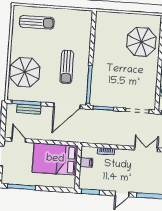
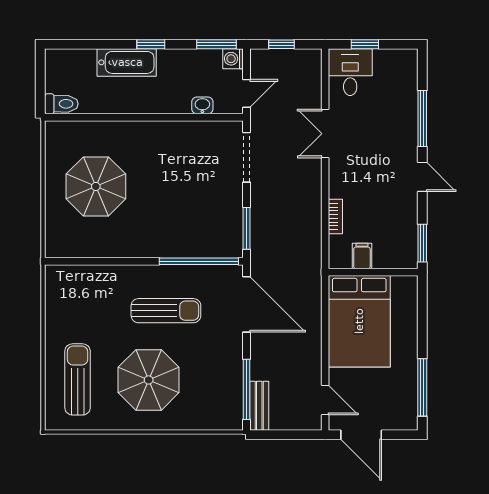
parasol: (141, 42) -> (96, 186), moved
parasol: (25, 72) -> (149, 380), moved
bench: (29, 109) -> (259, 406), moved
door: (19, 140) -> (325, 400), swing flipped

